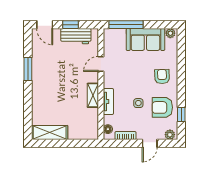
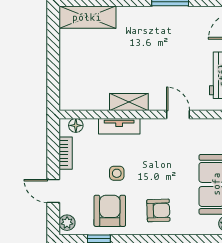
shelving: (50, 133) -> (87, 17), moved, turned 90

